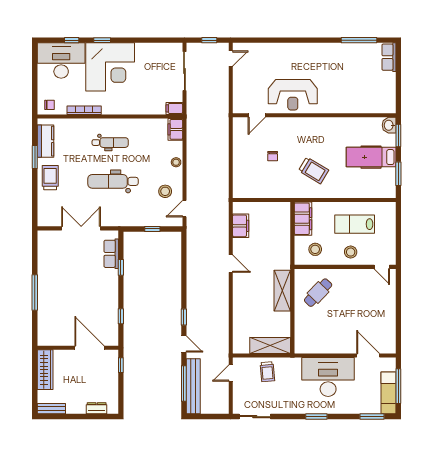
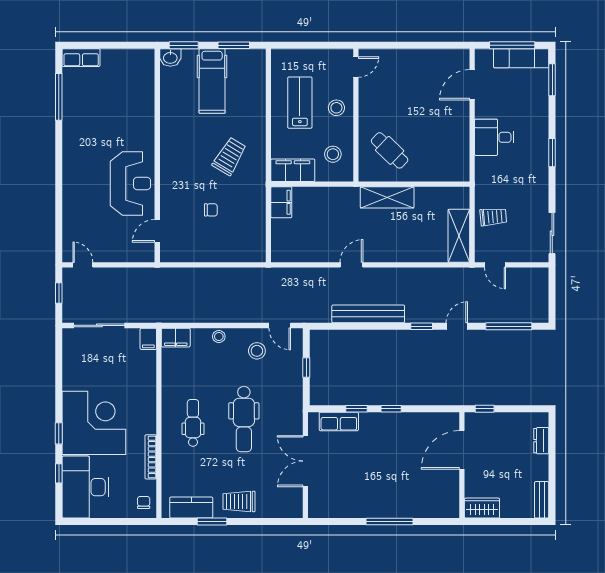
door: (257, 115) -> (157, 231), swing flipped
lab bench: (355, 224) -> (300, 103), turned 180
filing cabinet: (241, 226) -> (281, 202), moved, turned 90
window: (121, 316) -> (391, 409), moved
shelving: (270, 345) -> (459, 236), moved
wardrobe: (45, 370) -> (482, 508), width x0.67
desk: (328, 377) -> (494, 137), width x0.53, depth x0.77
bench: (193, 386) -> (368, 314), moved

